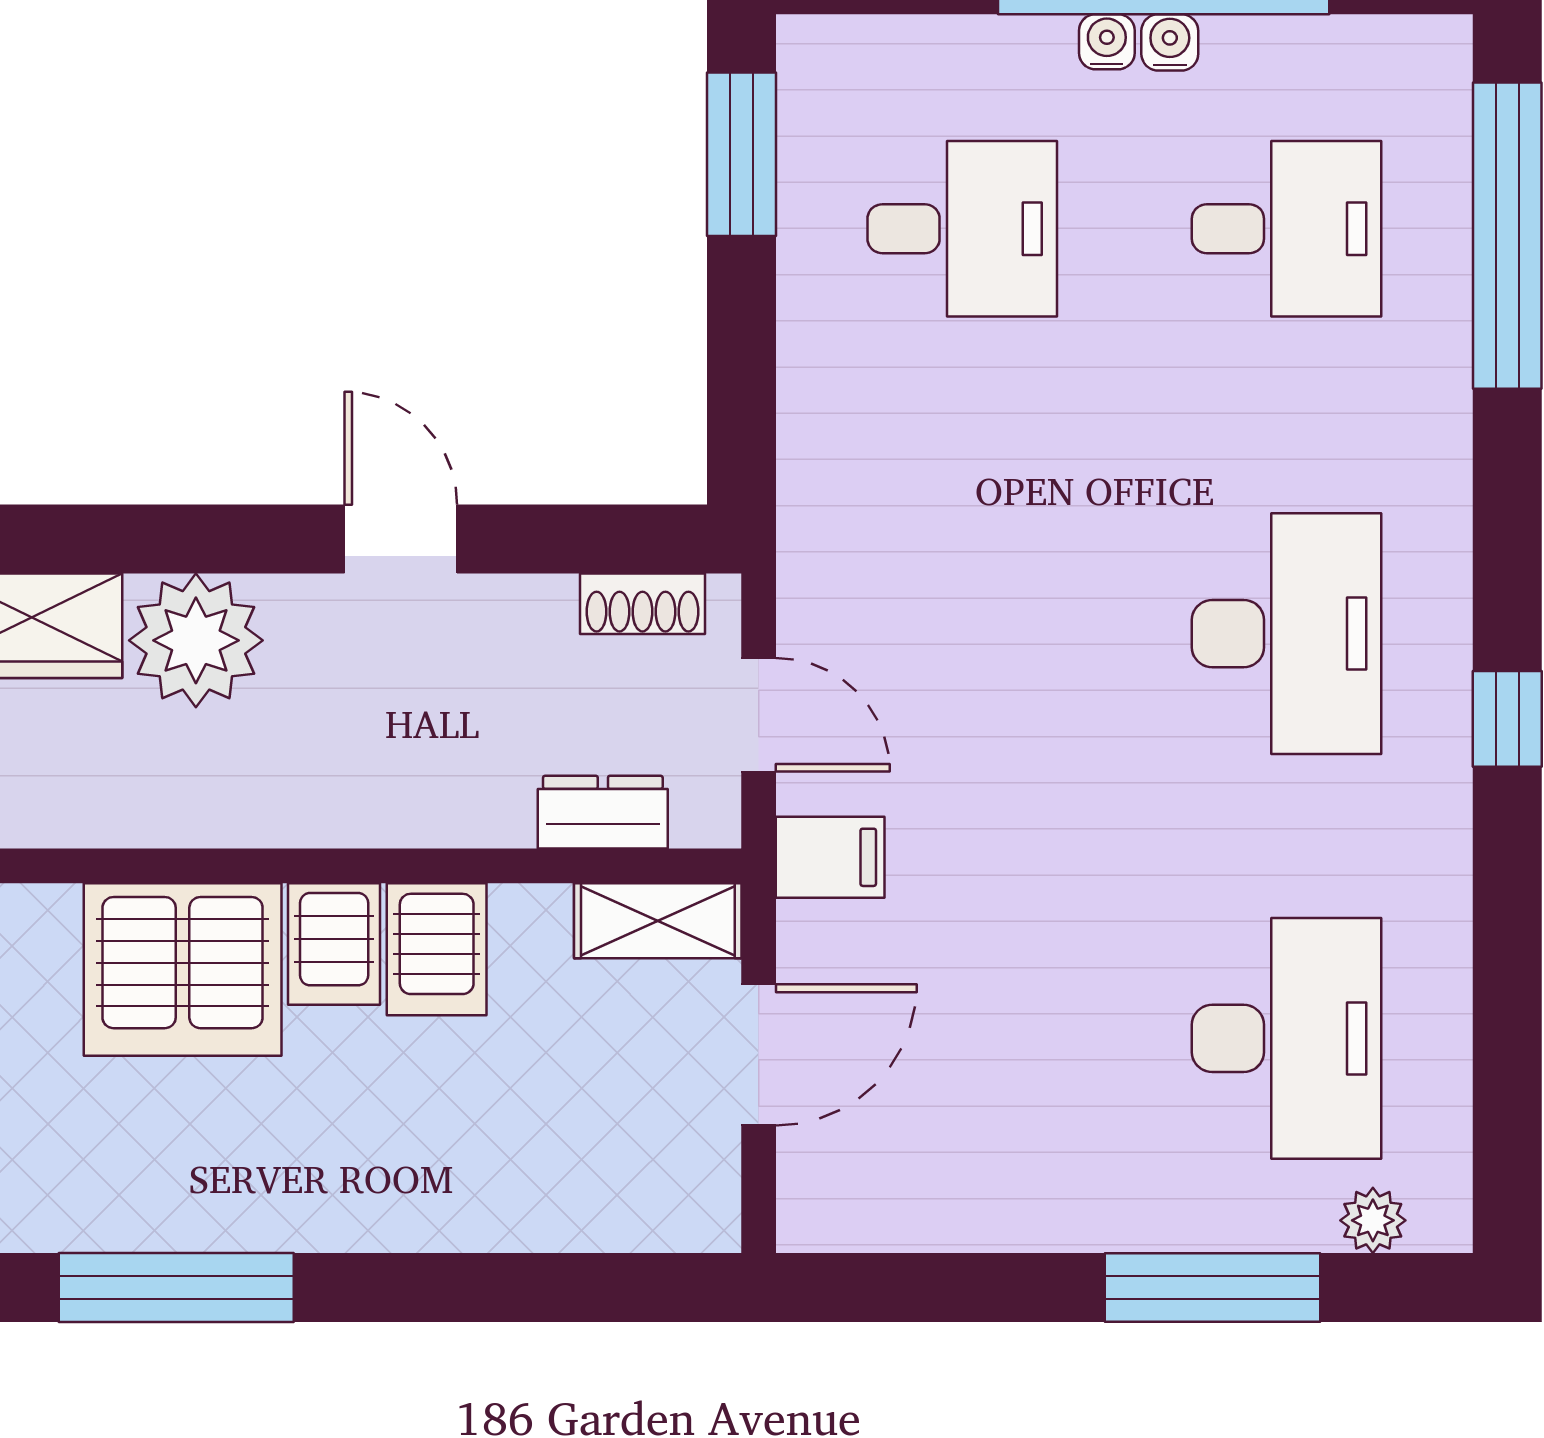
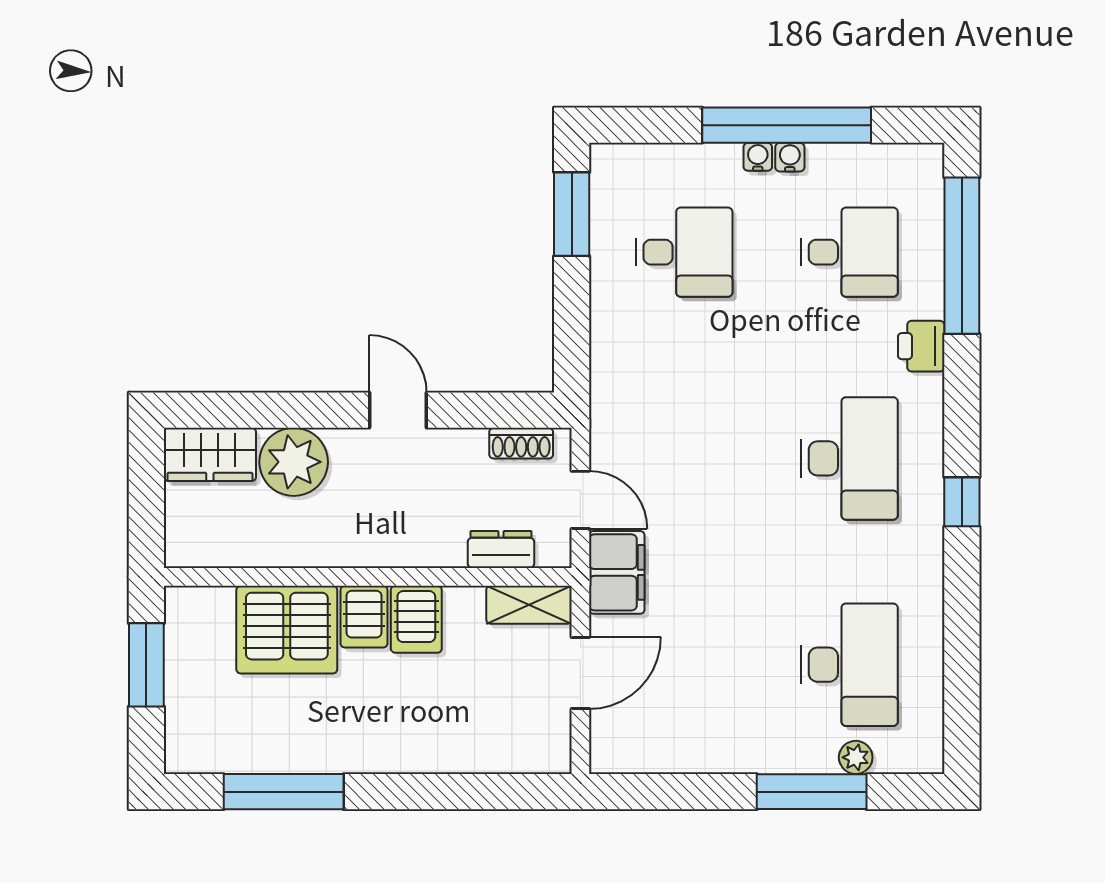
printer: (1427, 413) -> (921, 346), added
filing cabinet: (830, 857) -> (617, 572), width x2.00
plant: (1373, 1220) -> (856, 757), moved

